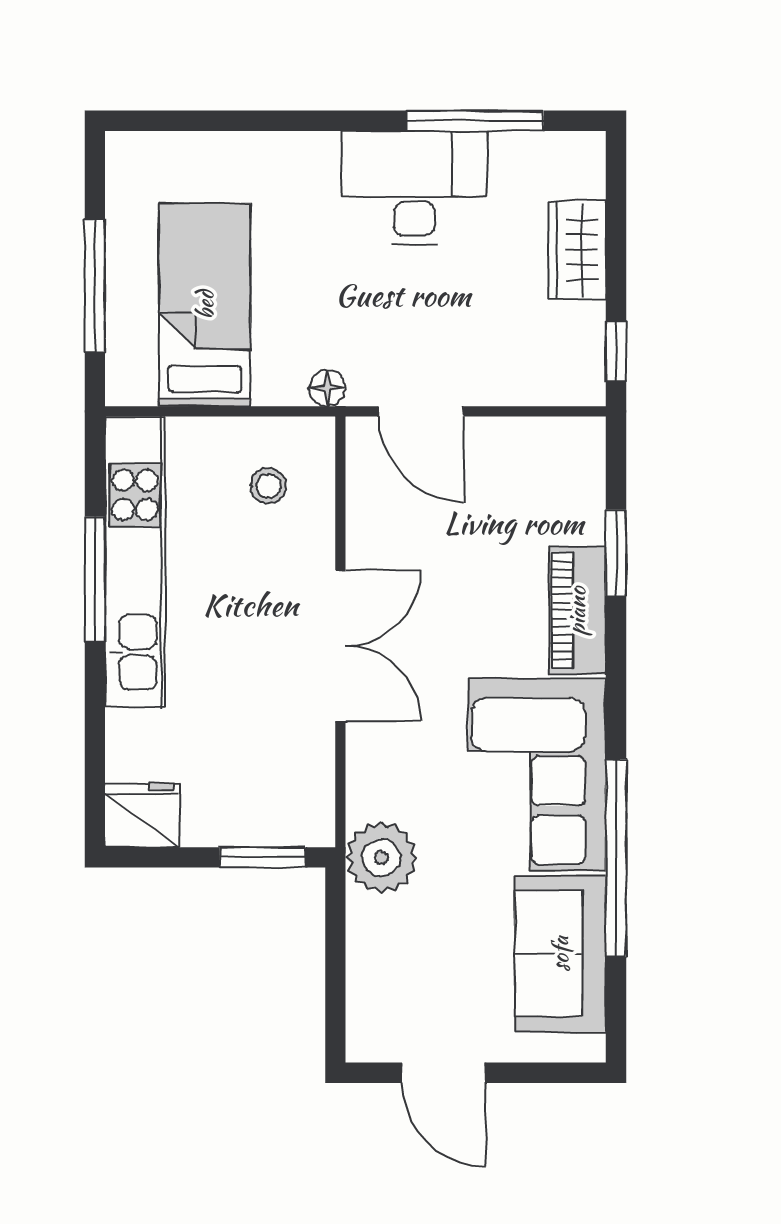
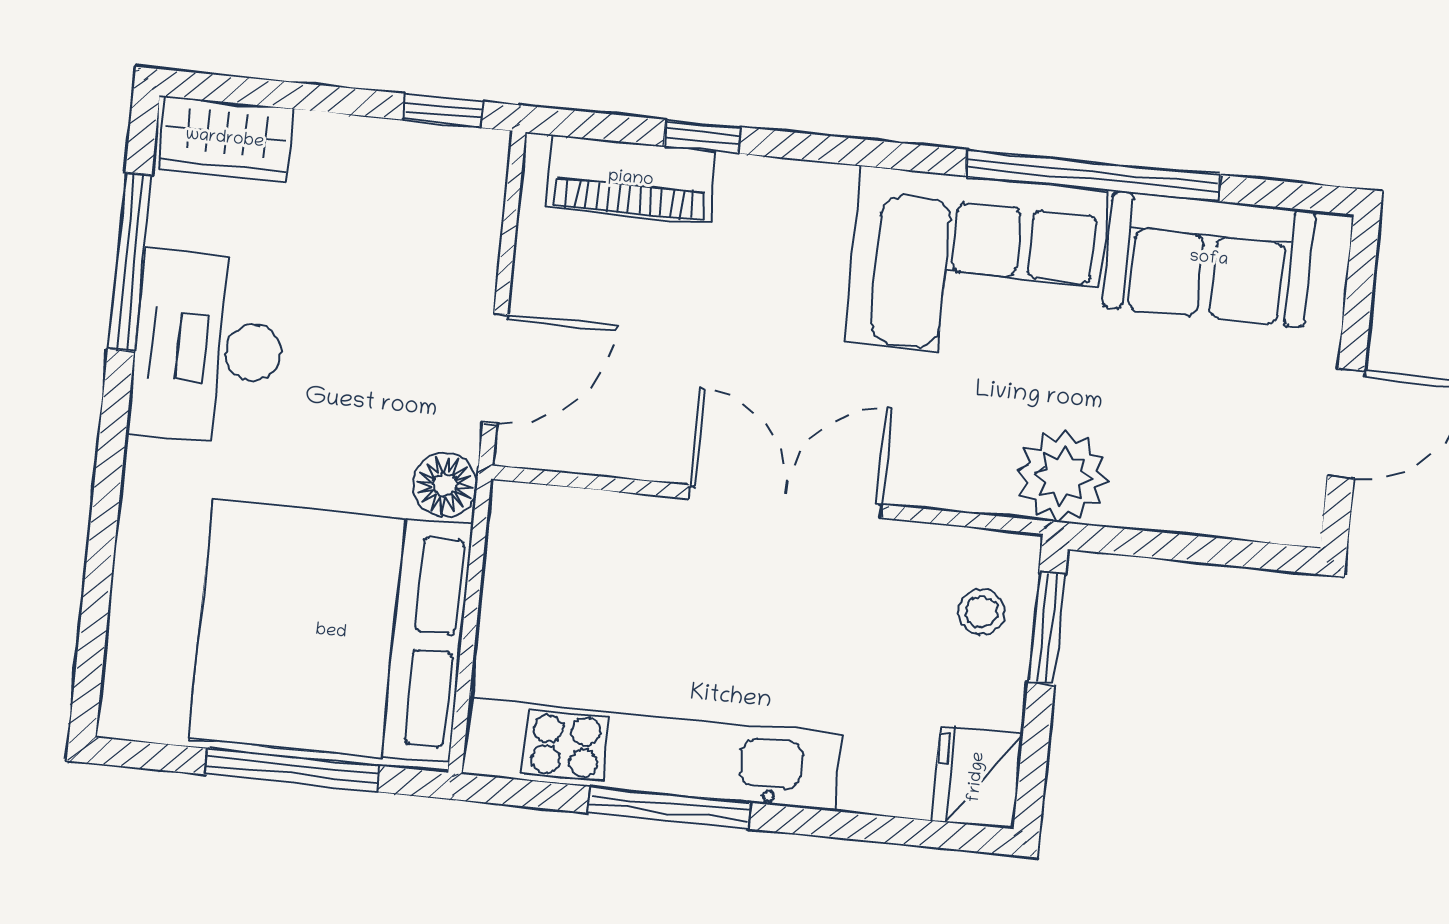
wardrobe: (577, 250) -> (225, 139), moved
bed: (205, 305) -> (331, 632), width x2.04
floor lamp: (327, 388) -> (445, 485), width x1.37, depth x1.37
stool: (269, 486) -> (981, 612), moved
window: (616, 553) -> (702, 136), width x0.67
piano: (577, 611) -> (631, 179), moved

